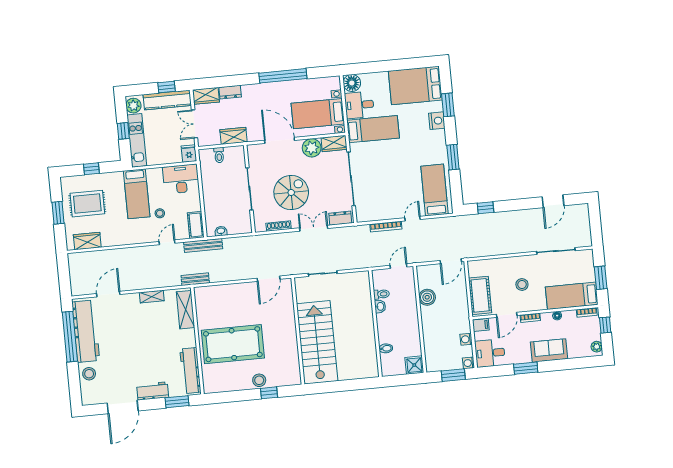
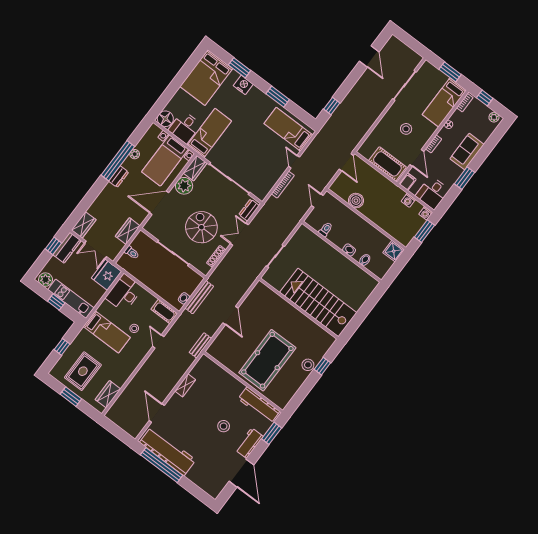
plant: (301, 84) -> (135, 154), added
dresser: (230, 92) -> (119, 177), moved
kitchen counter: (167, 100) -> (67, 248), width x0.67
fridge: (189, 153) -> (107, 275), width x1.88, depth x1.34
bench: (203, 245) -> (199, 297), moved
door: (268, 279) -> (231, 315), moved
washbasin: (380, 306) -> (349, 250), moved
shelving: (186, 310) -> (215, 371), removed
stool: (89, 374) -> (224, 426), moved

